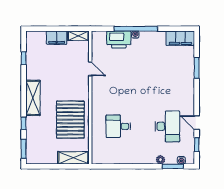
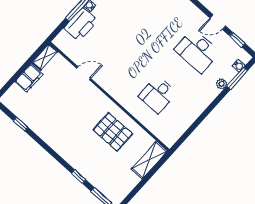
shelving: (33, 98) -> (63, 148), removed
pallet: (70, 120) -> (113, 132), width x0.73, depth x0.71
desk: (167, 126) -> (197, 51), turned 180

